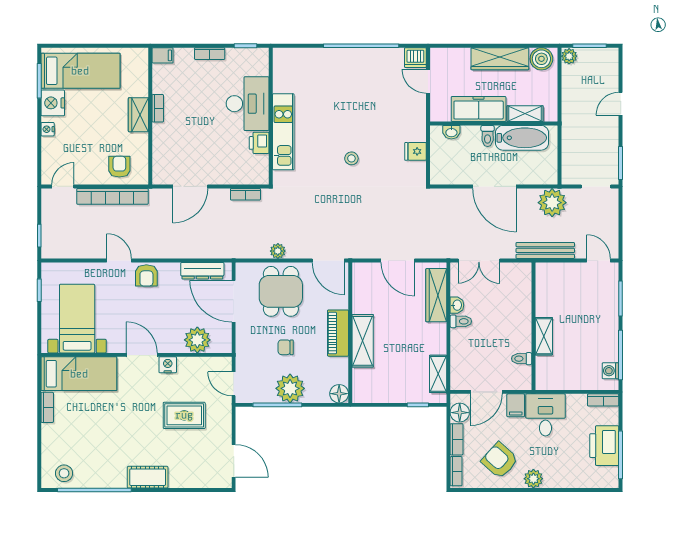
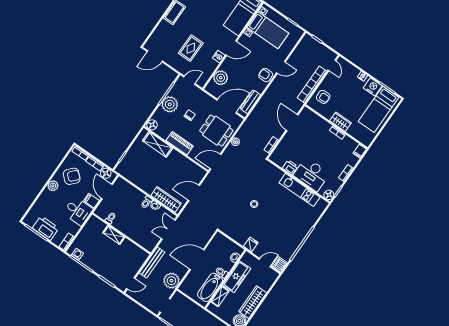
floor lamp: (260, 56) -> (329, 195), added
kitchen unit: (283, 132) -> (299, 190), moved
fridge: (415, 151) -> (251, 244), moved
shelving: (363, 341) -> (158, 144), moved
shelving: (438, 374) -> (130, 176), removed

